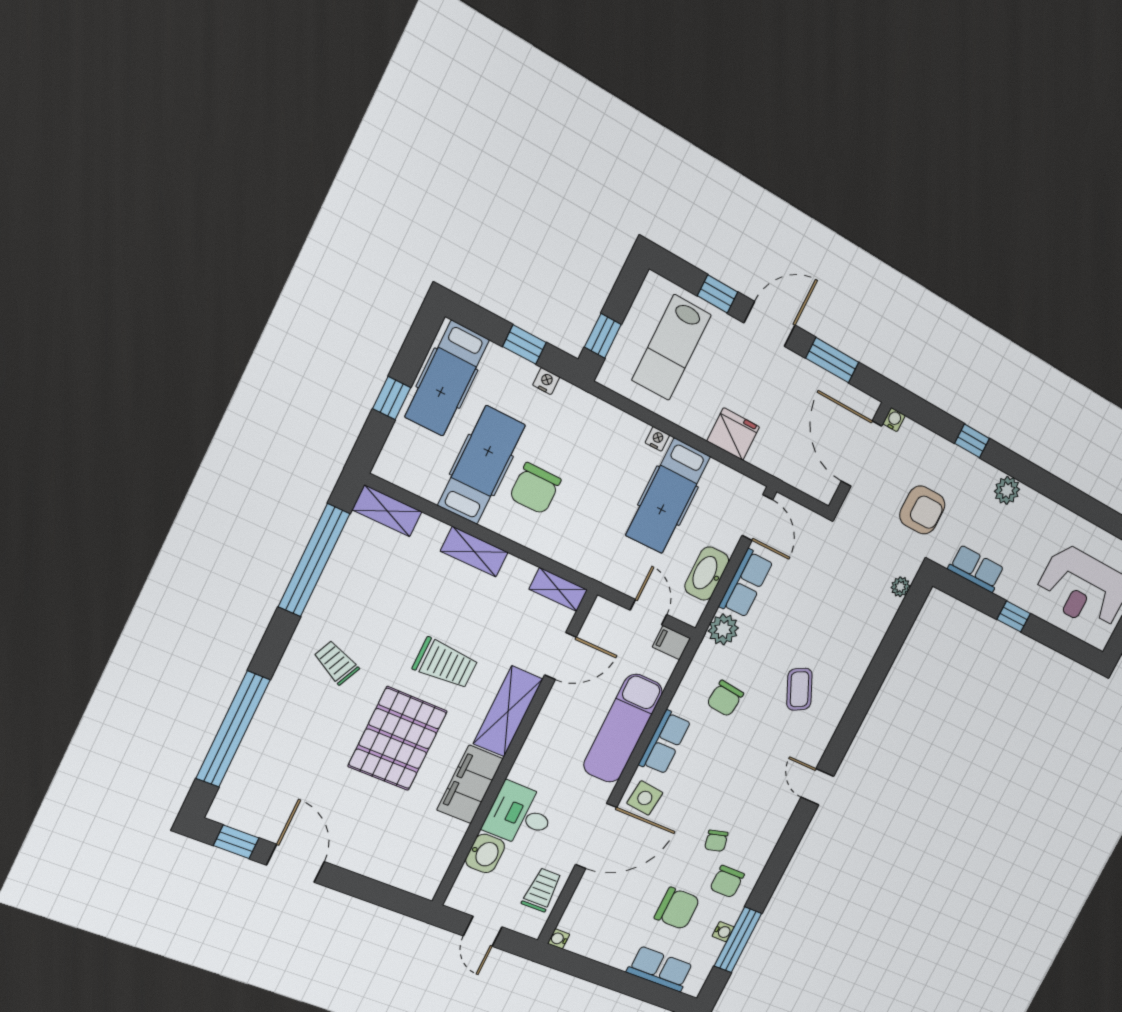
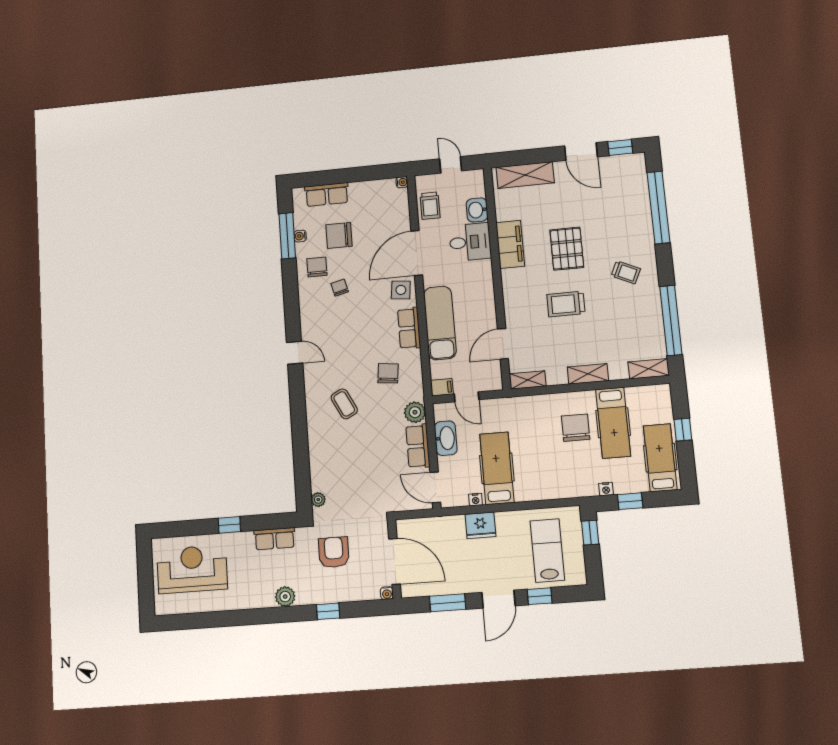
nightstand: (657, 439) -> (476, 500), moved
armchair: (922, 510) -> (334, 552), turned 90
shelving: (508, 711) -> (525, 175), moved, turned 90
pallet: (398, 739) -> (567, 249), width x0.73, depth x0.71

